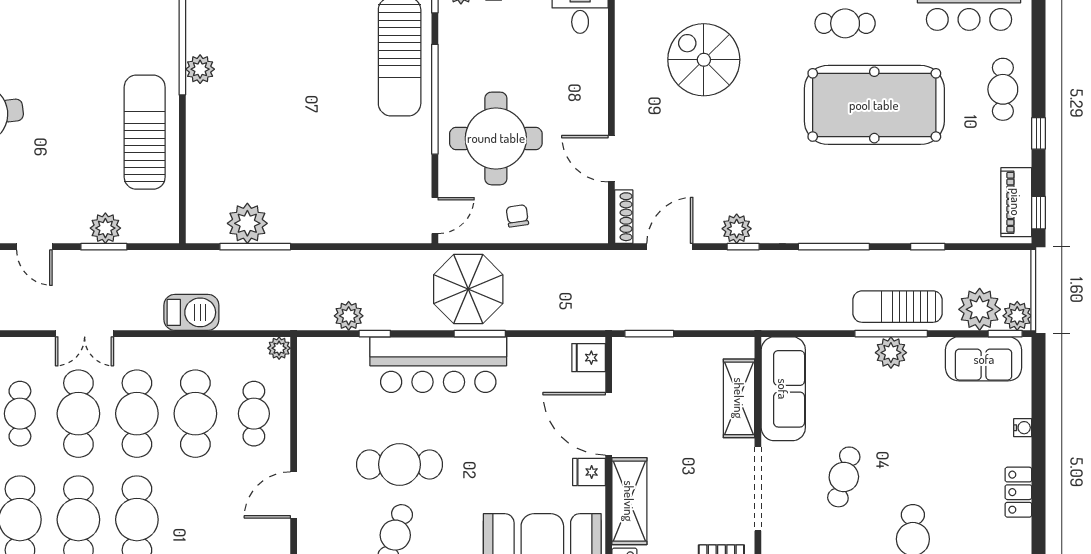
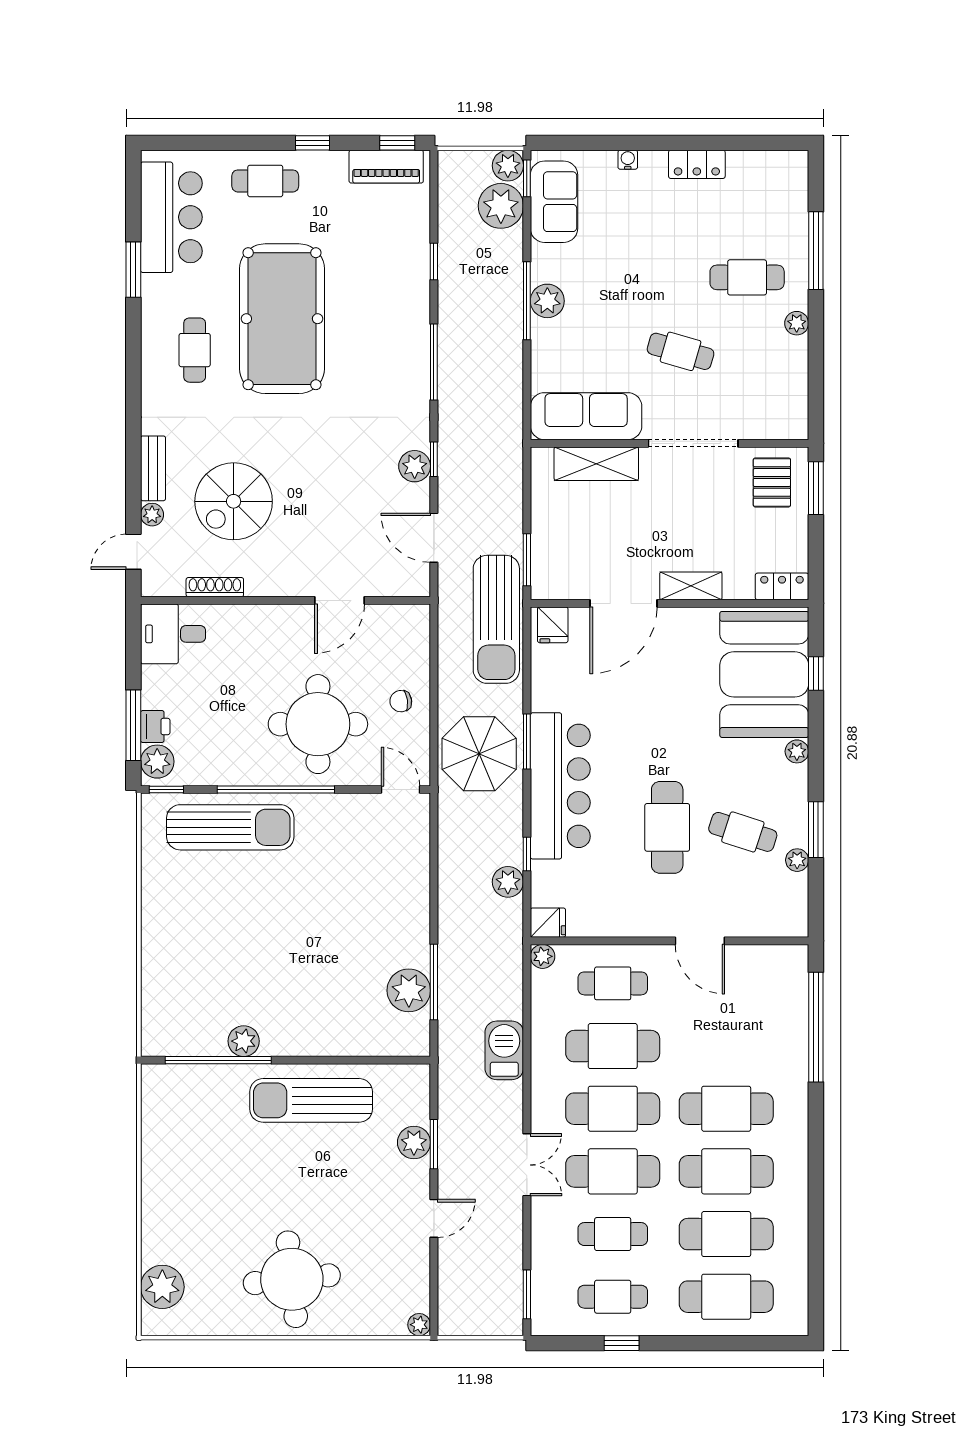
shoe rack: (624, 217) -> (215, 587), moved
sun lounger: (898, 307) -> (496, 619), moved, width x1.36, depth x1.34
fridge: (589, 472) -> (548, 923), moved, turned -90
shelving: (629, 501) -> (691, 586), width x0.67, depth x0.75

